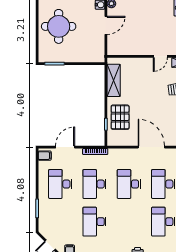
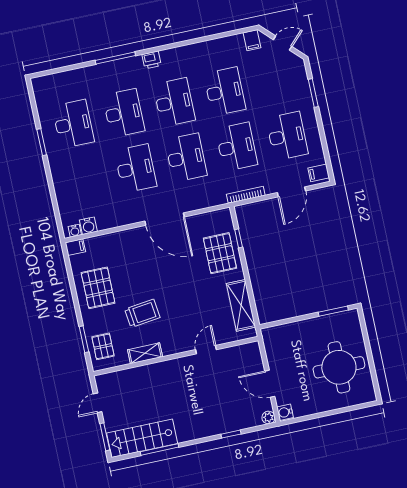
door: (106, 25) -> (270, 384), hinge flipped
door: (160, 56) -> (206, 350), moved
desk: (129, 222) -> (174, 102), added

